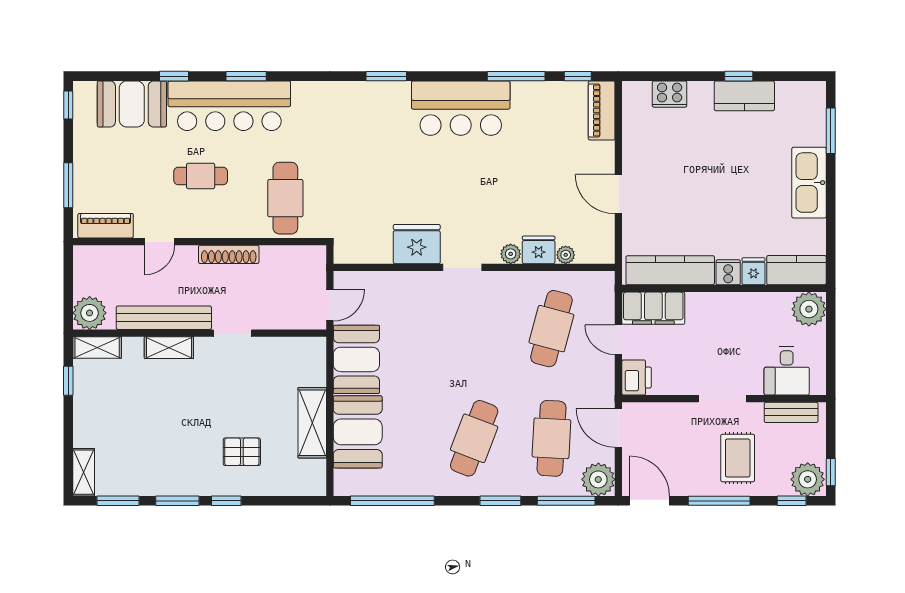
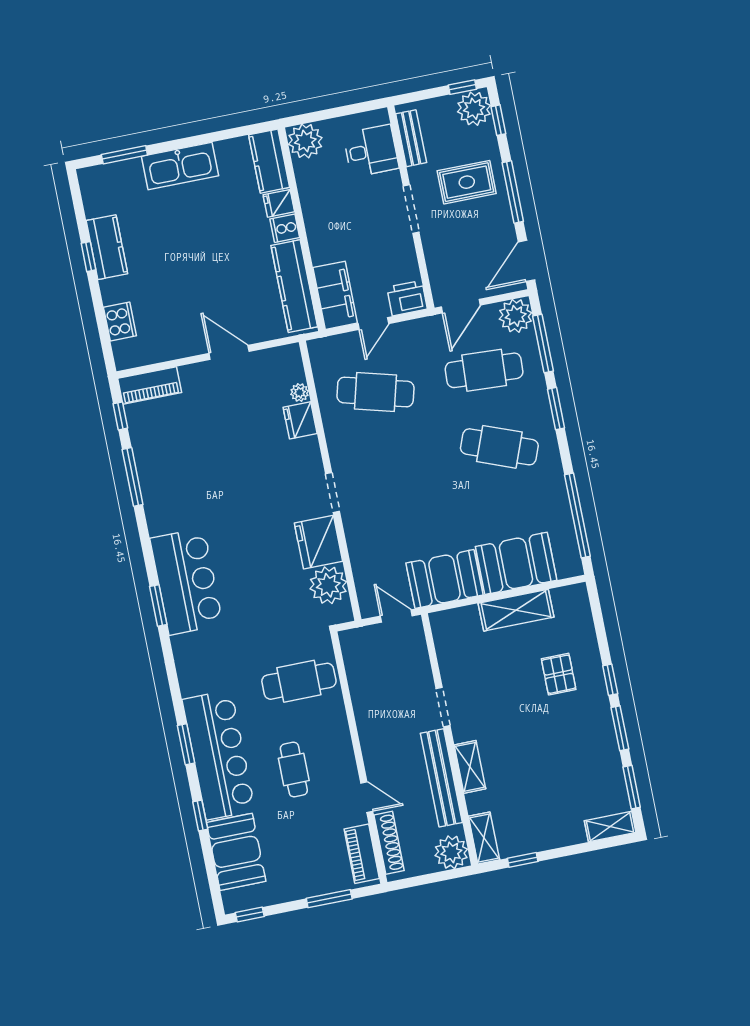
bar counter: (461, 108) -> (186, 581), moved
door: (618, 194) -> (229, 352), swing flipped
shoe rack: (229, 254) -> (389, 843), moved
plant: (511, 254) -> (328, 585), moved, width x1.87, depth x1.87

